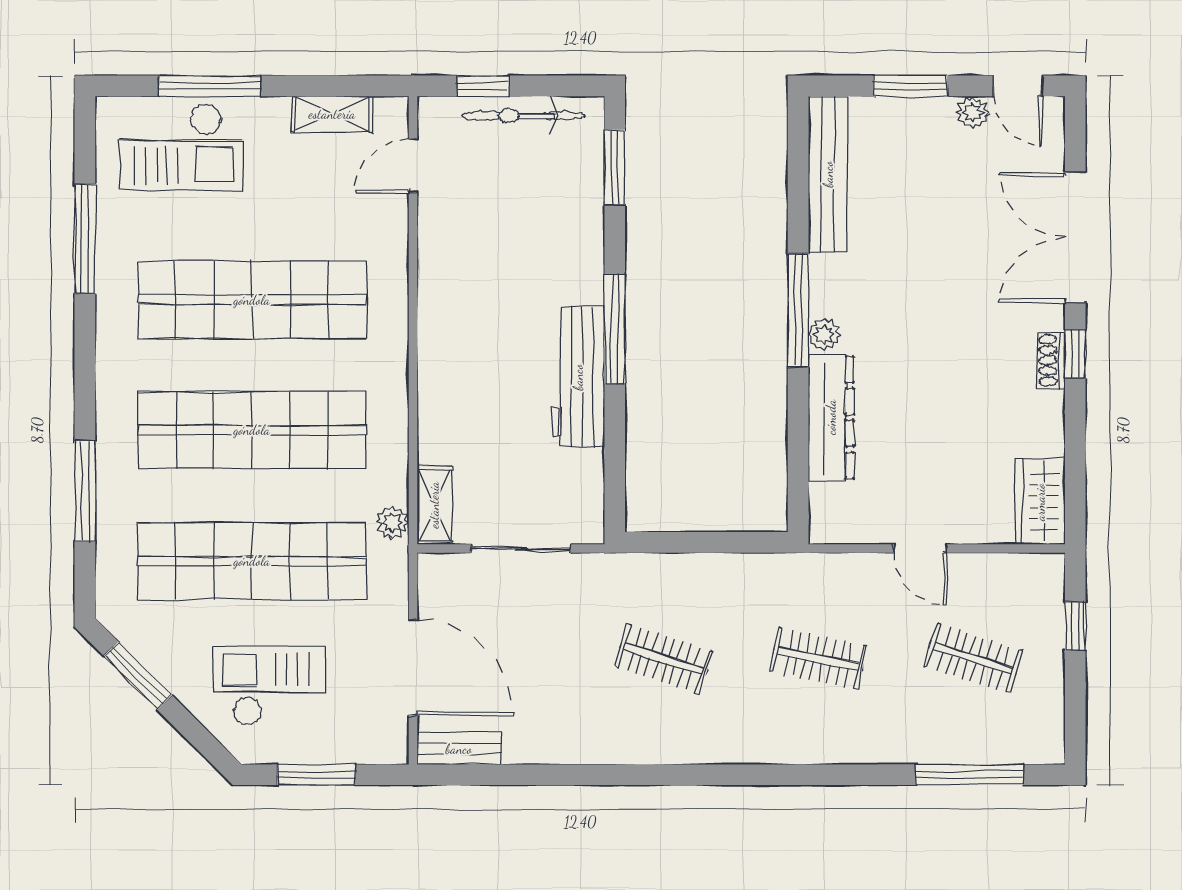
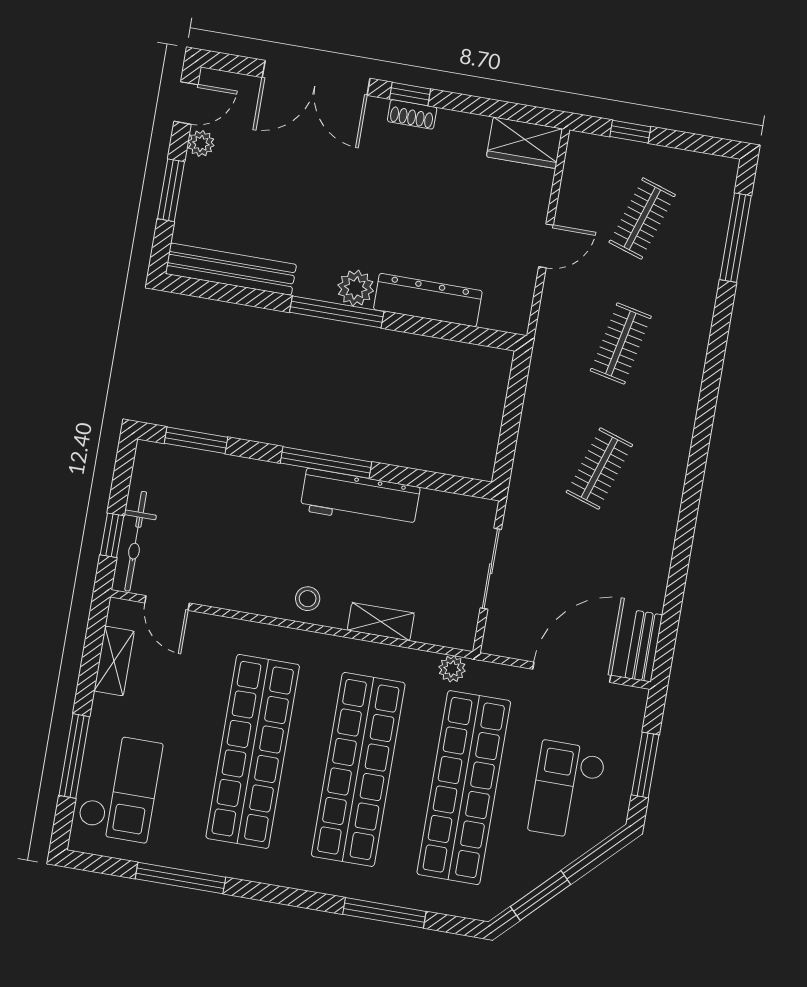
bicycle: (523, 116) -> (136, 541), moved
stool: (447, 334) -> (308, 599), added
plant: (825, 334) -> (356, 288), width x1.38, depth x1.38
shelving: (434, 505) -> (381, 622), moved

